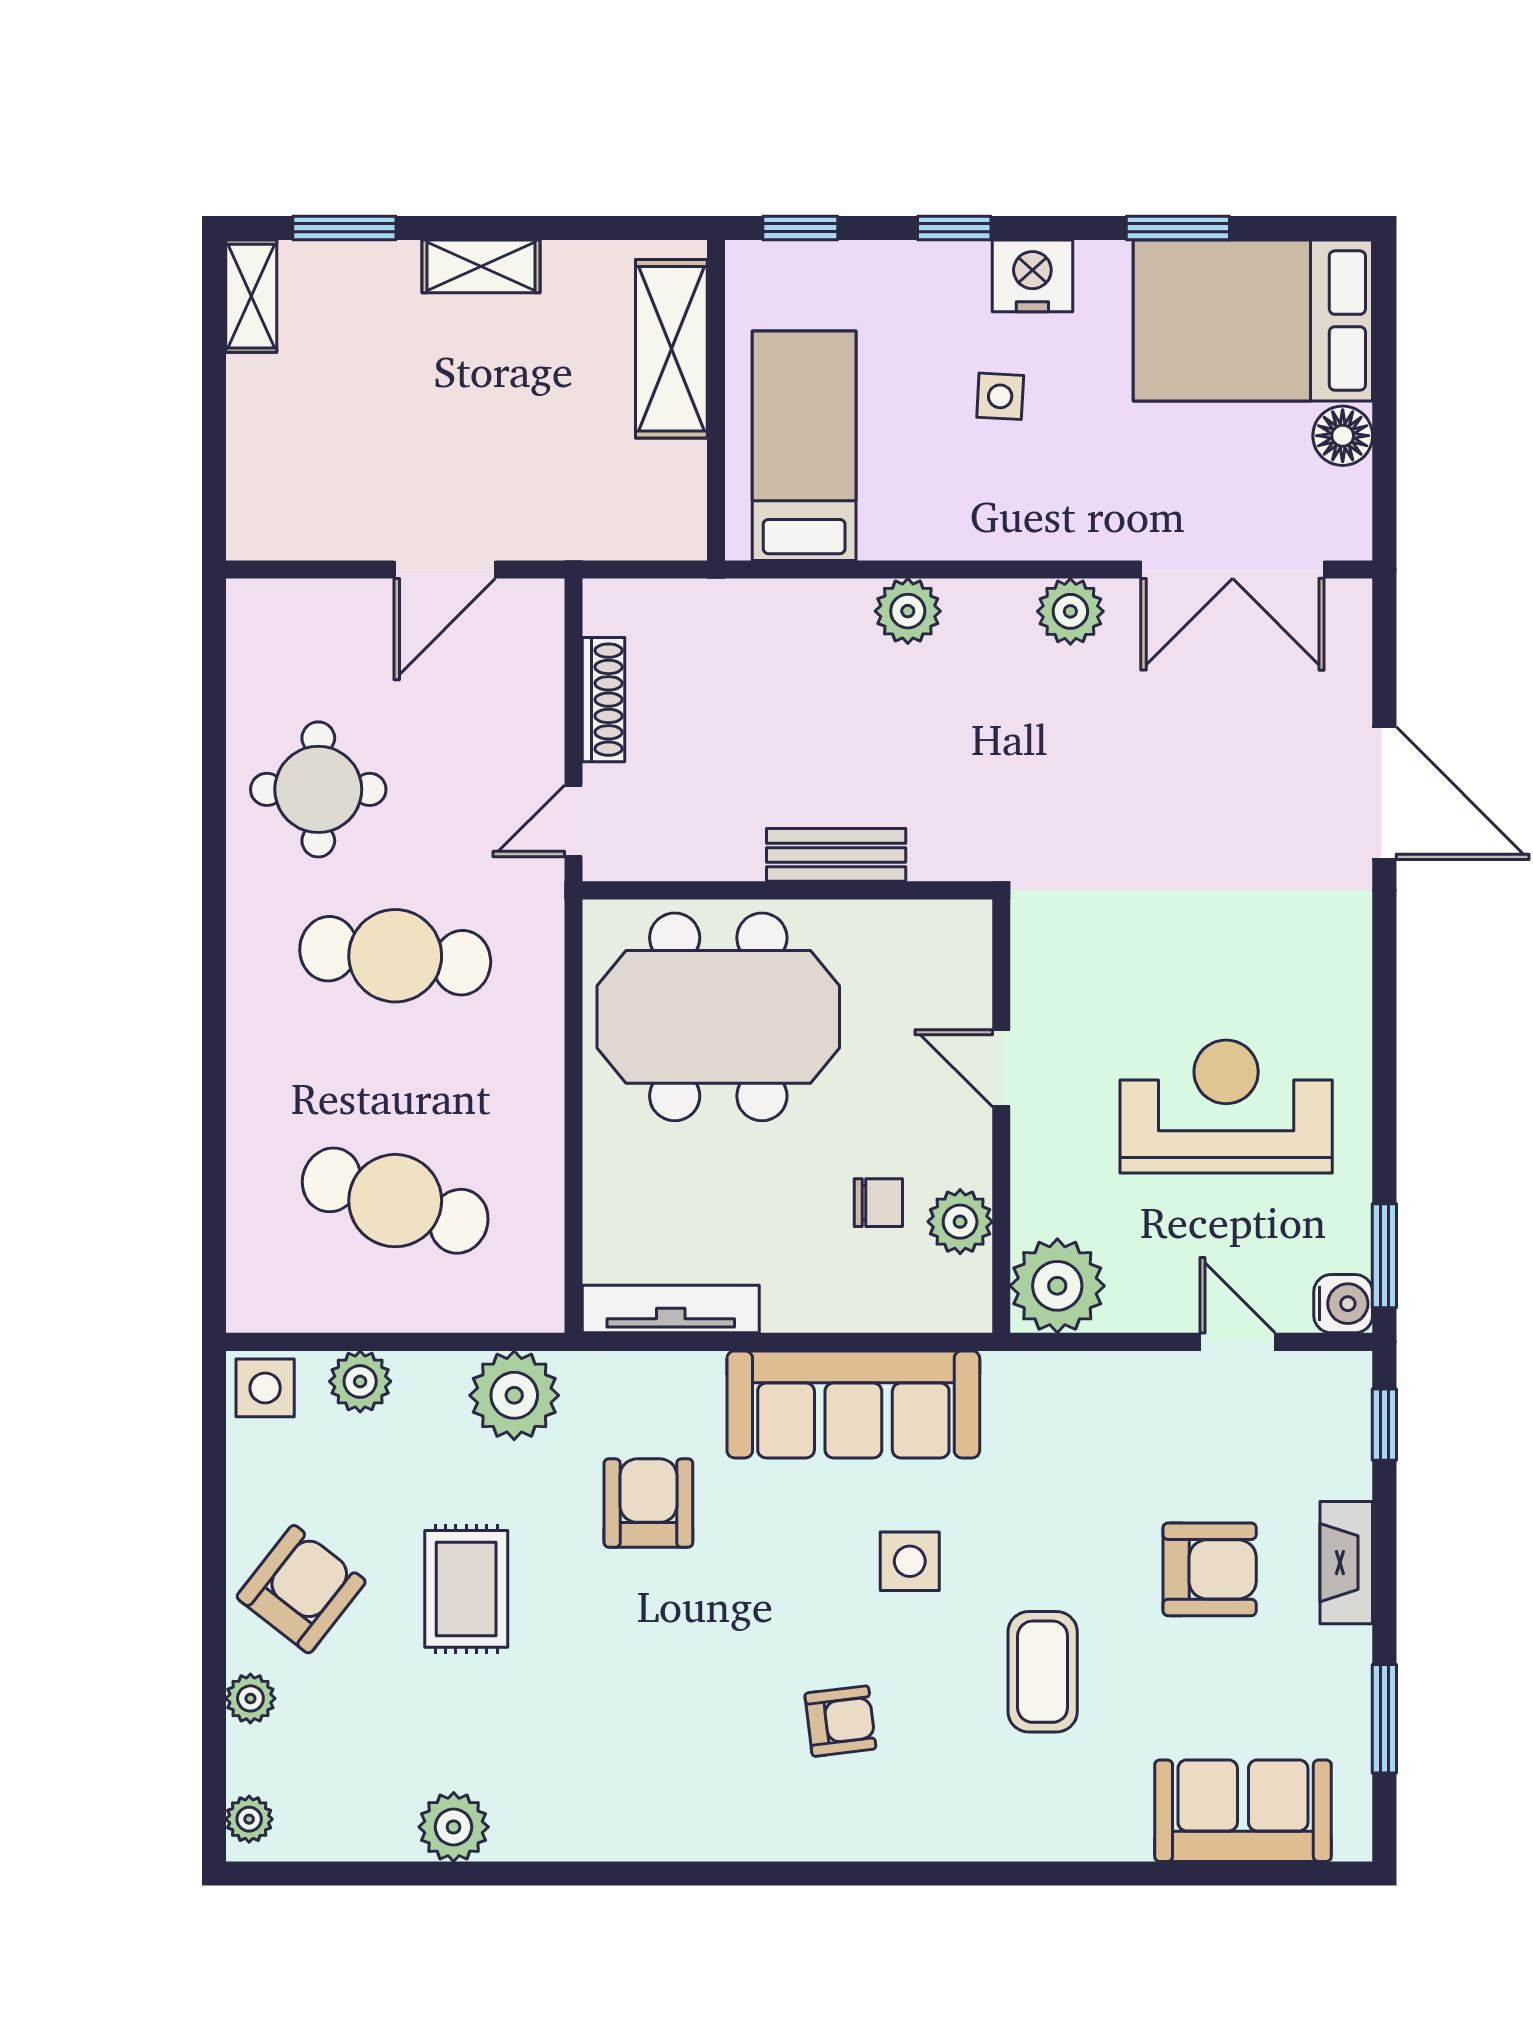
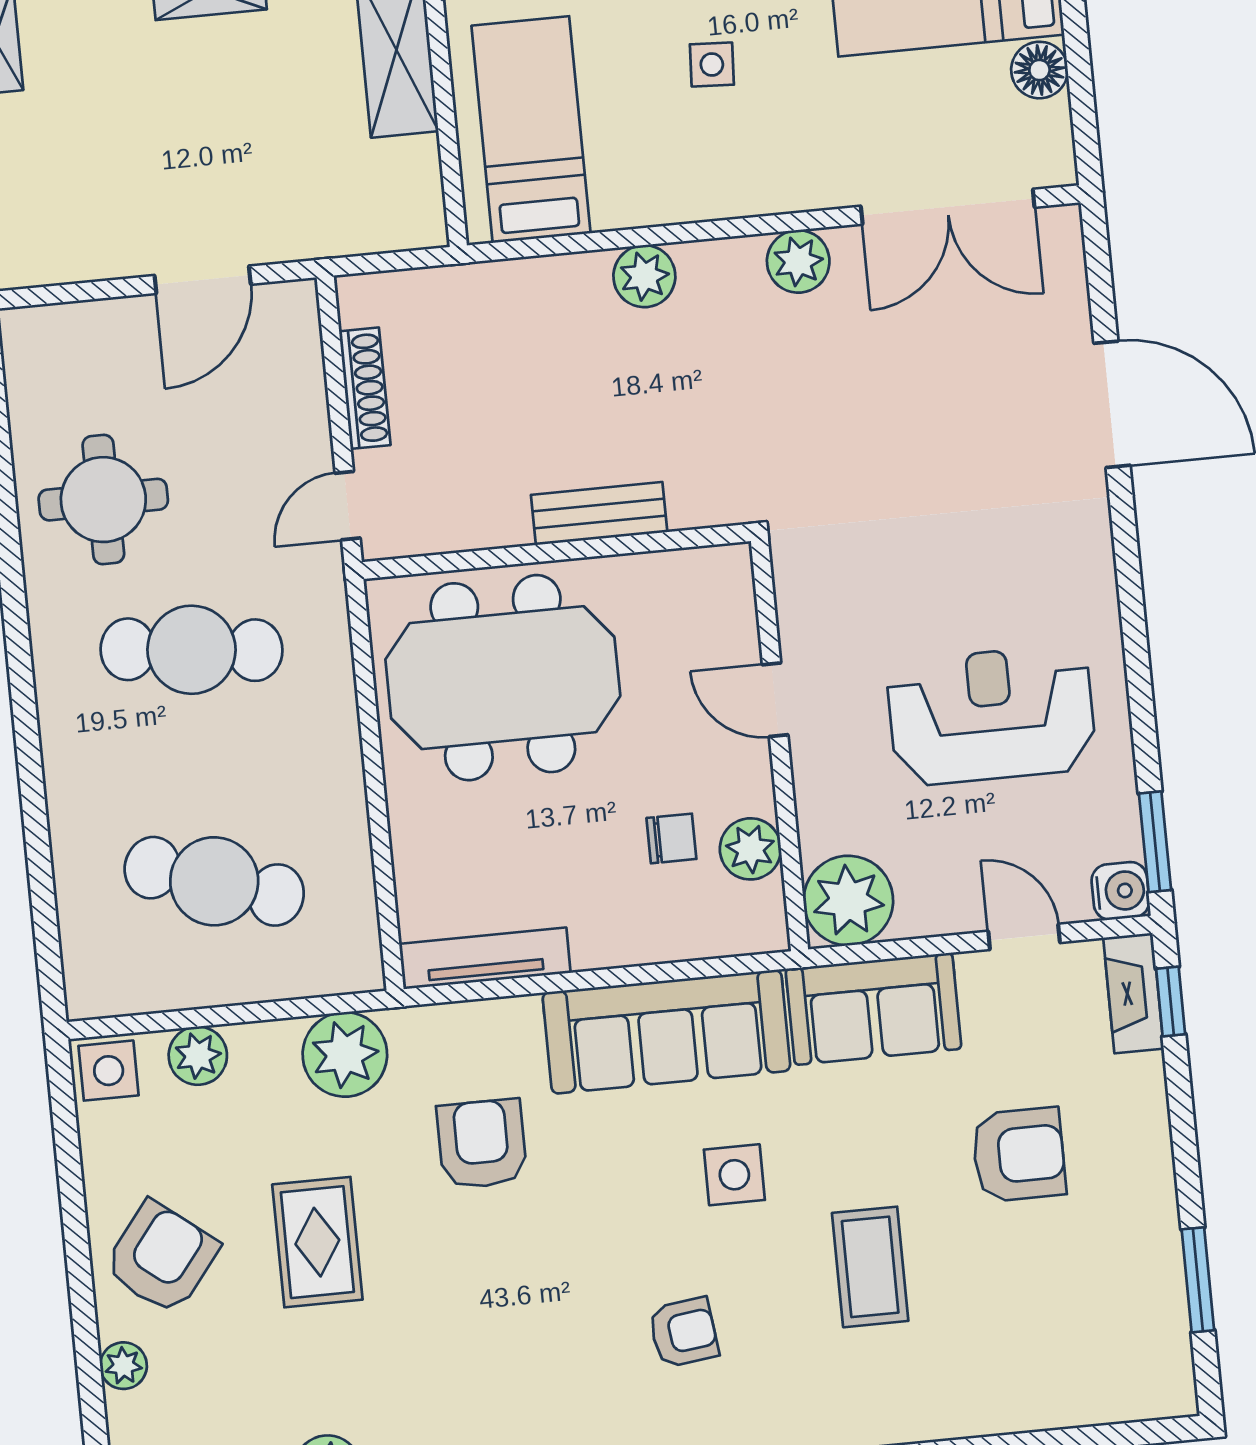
fireplace: (1346, 1563) -> (1133, 993), moved
sofa: (1243, 1811) -> (873, 1009), moved, turned 180

